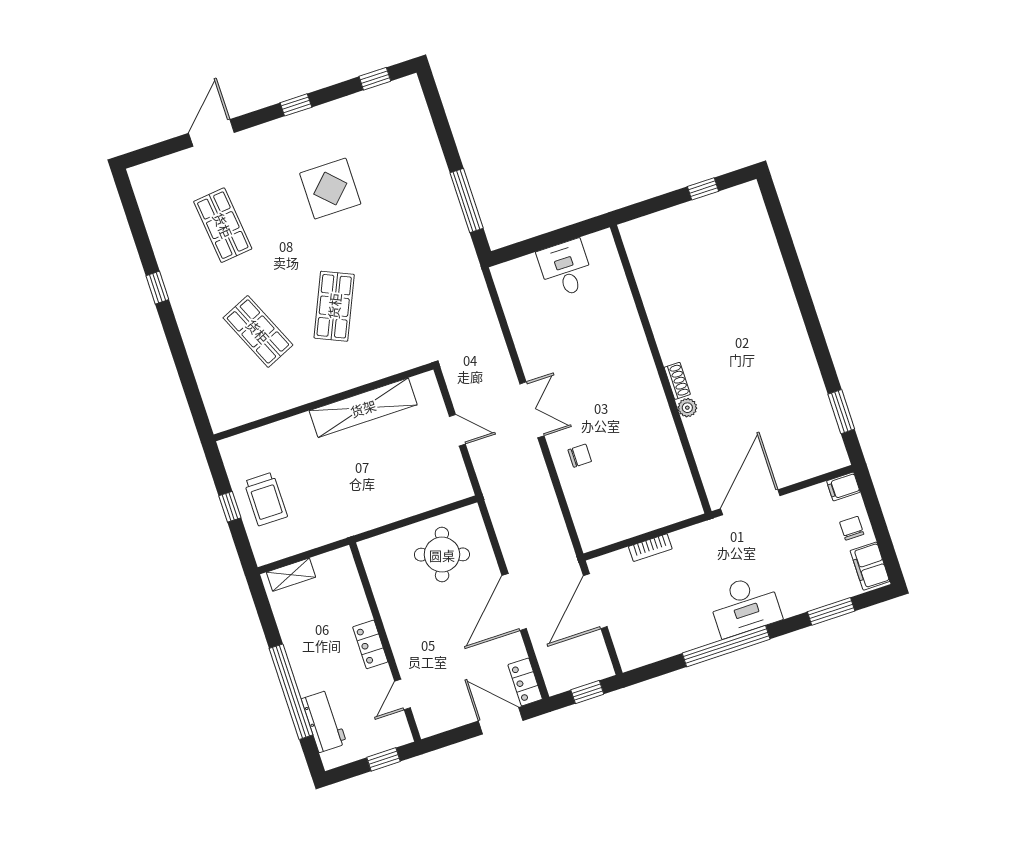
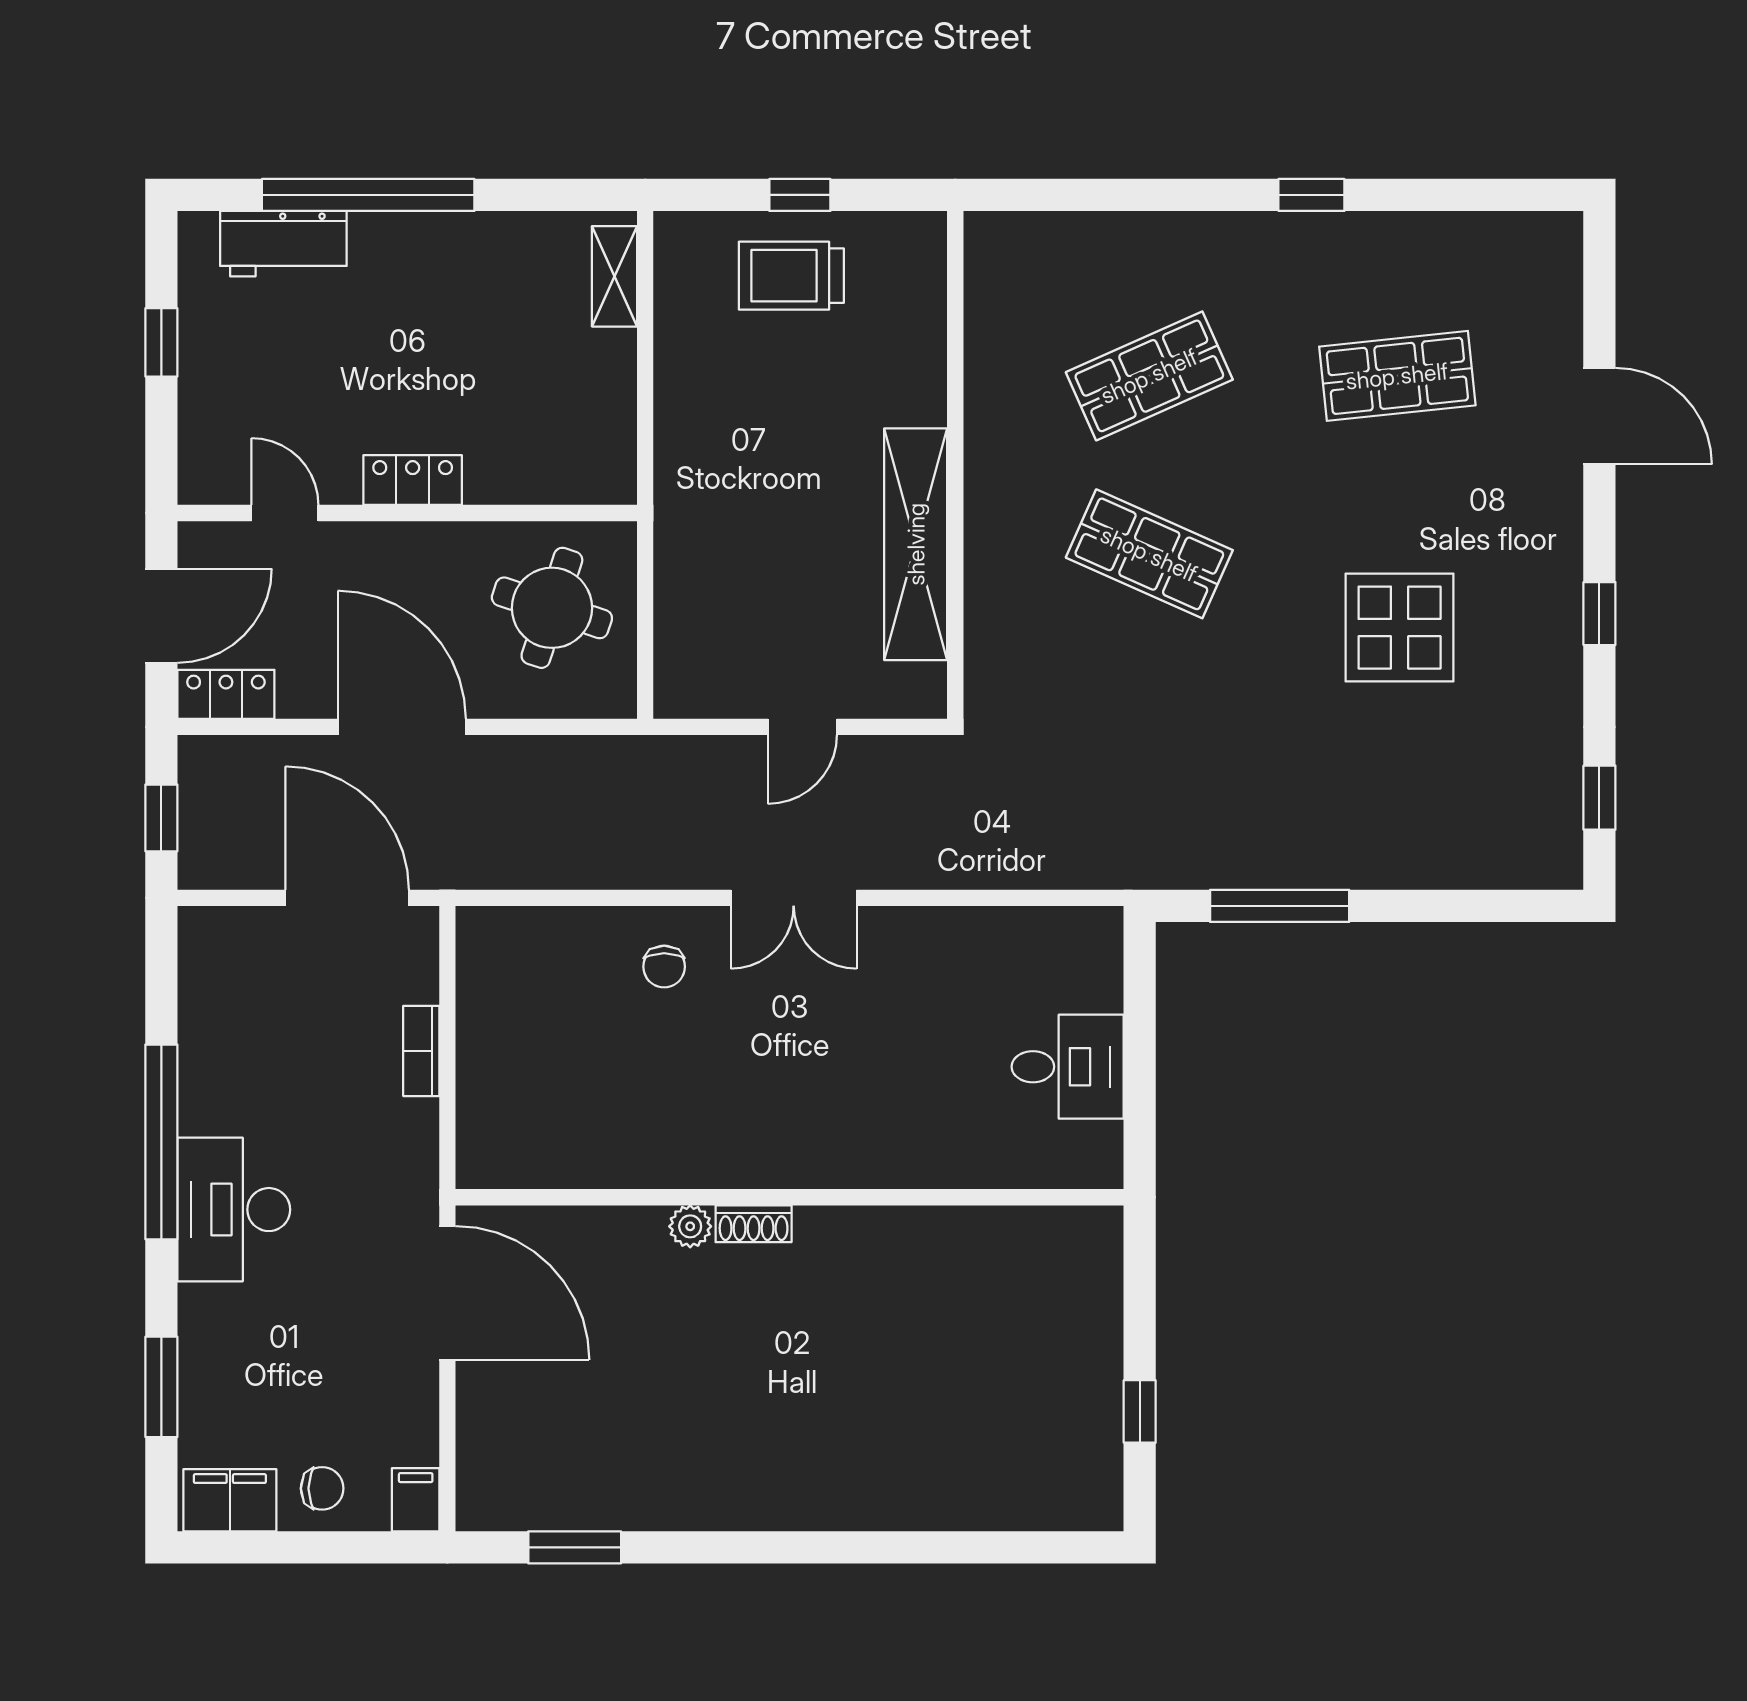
wall: (385, 642) -> (407, 513), moved
locker: (370, 644) -> (413, 480), moved
door: (402, 694) -> (285, 513), moved

